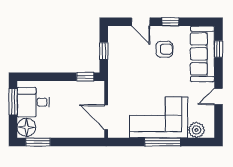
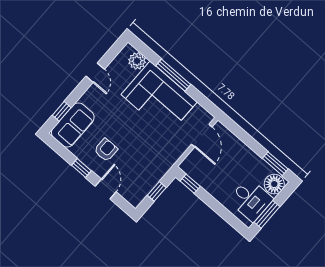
armchair: (164, 49) -> (106, 150), turned 90
sofa: (202, 54) -> (73, 125), width x0.73
door: (218, 96) -> (95, 73), hinge flipped

